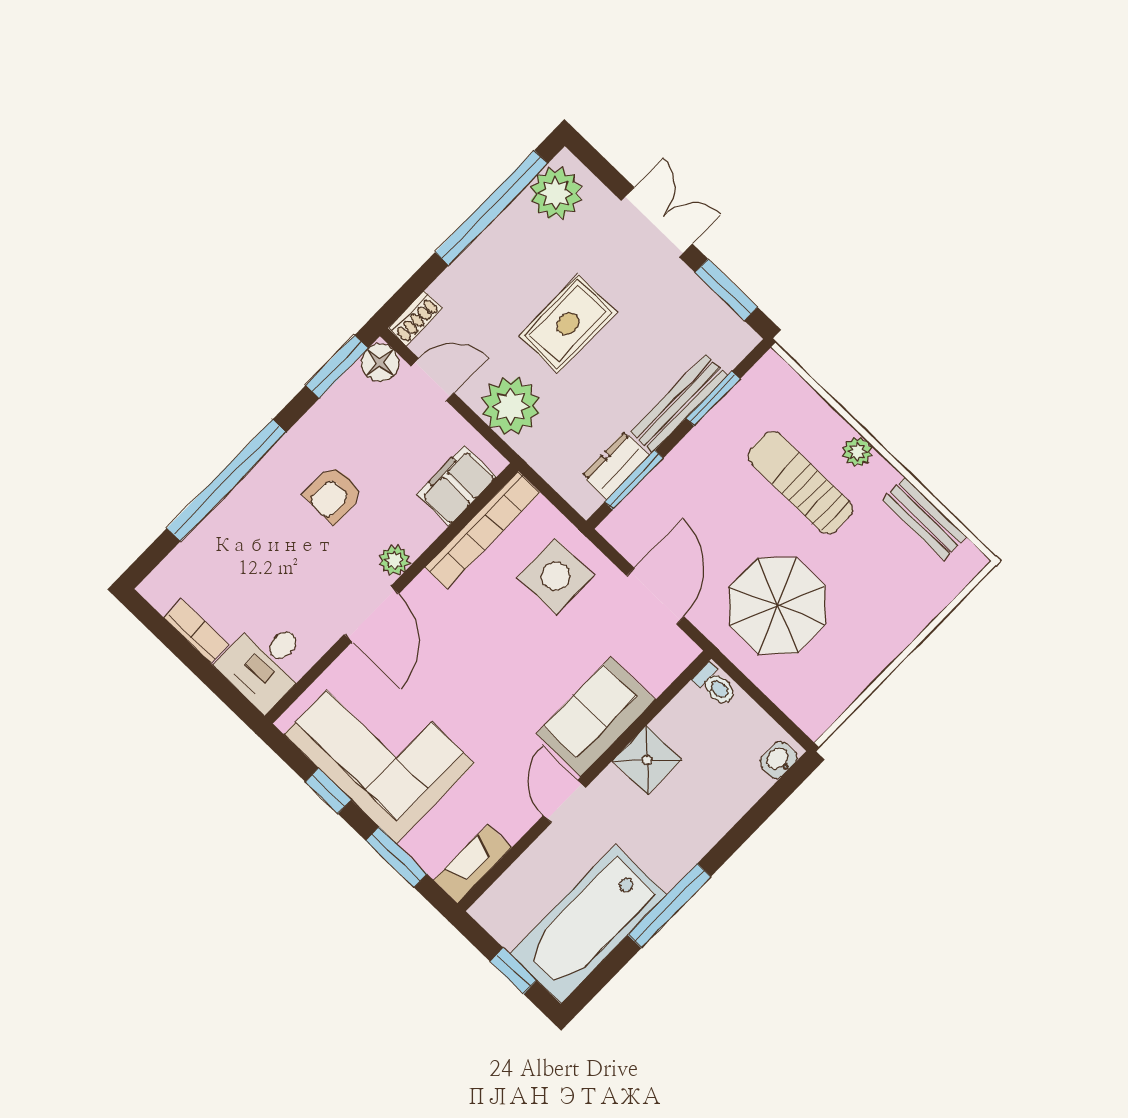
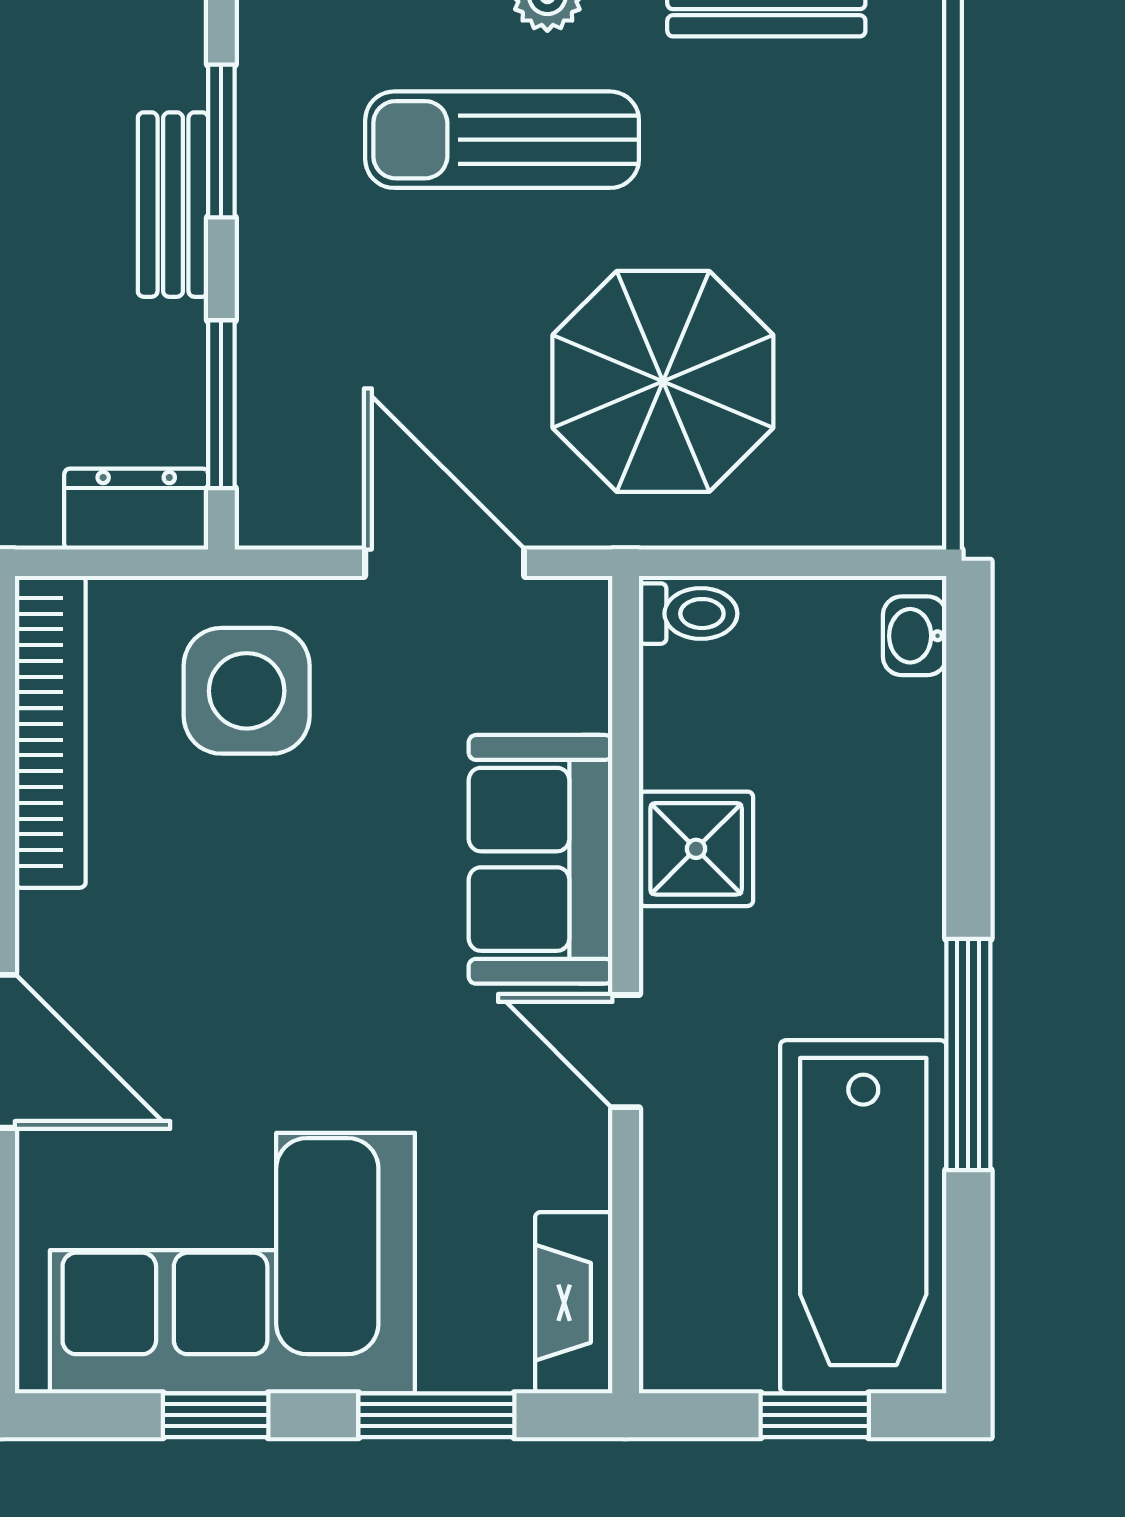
bench: (679, 404) -> (173, 205), width x0.73
dresser: (616, 465) -> (136, 509), moved, turned 90

